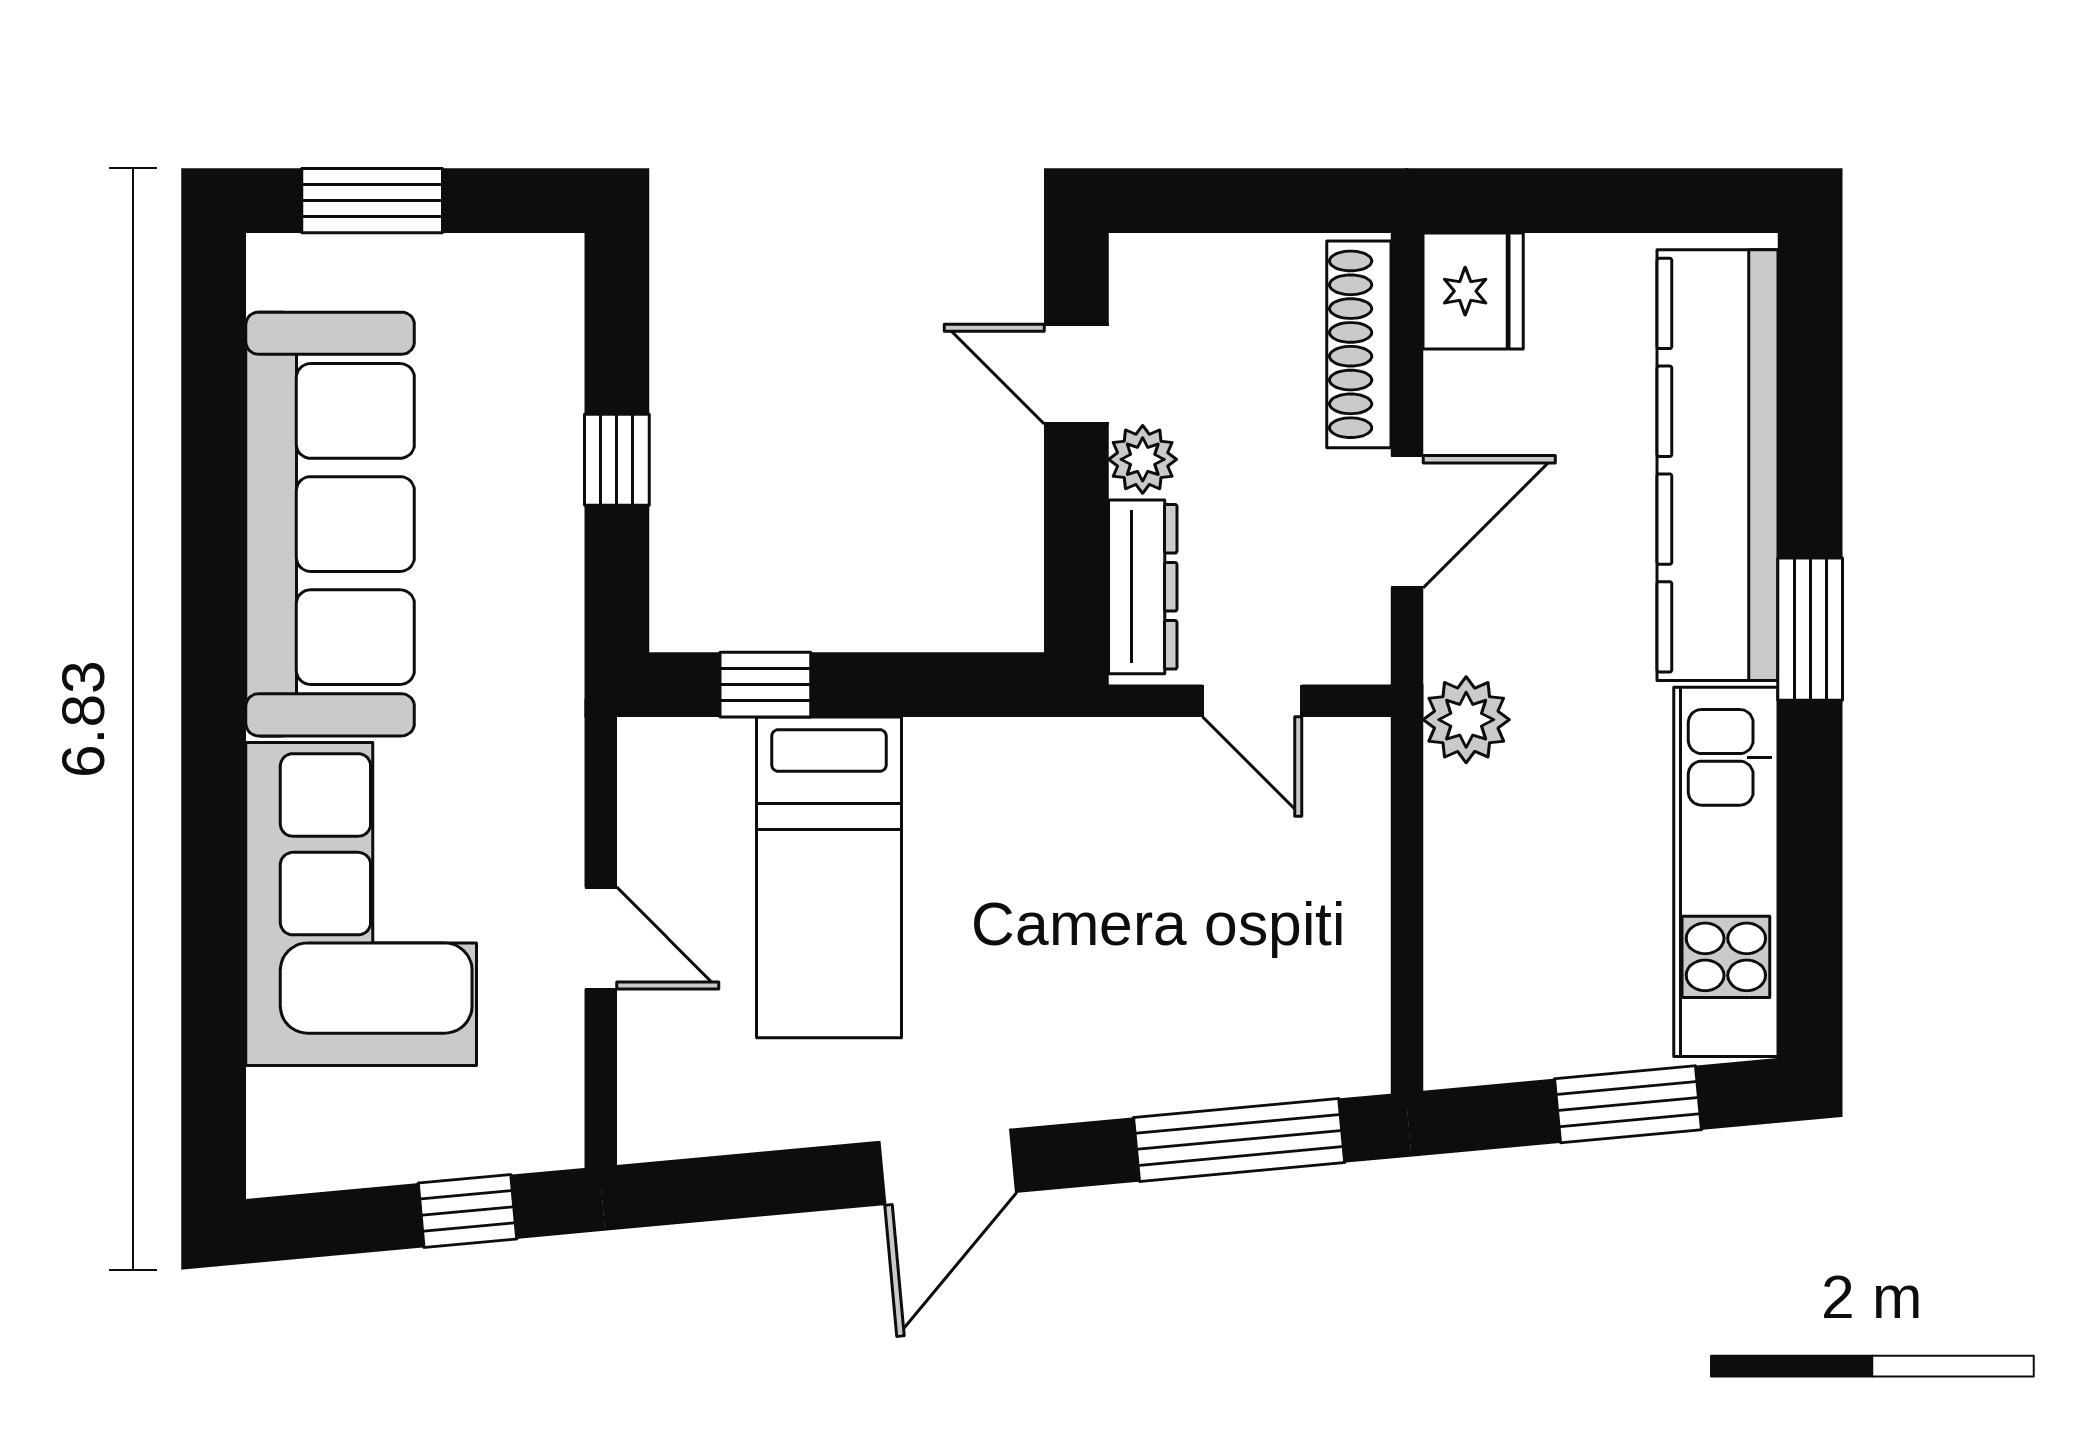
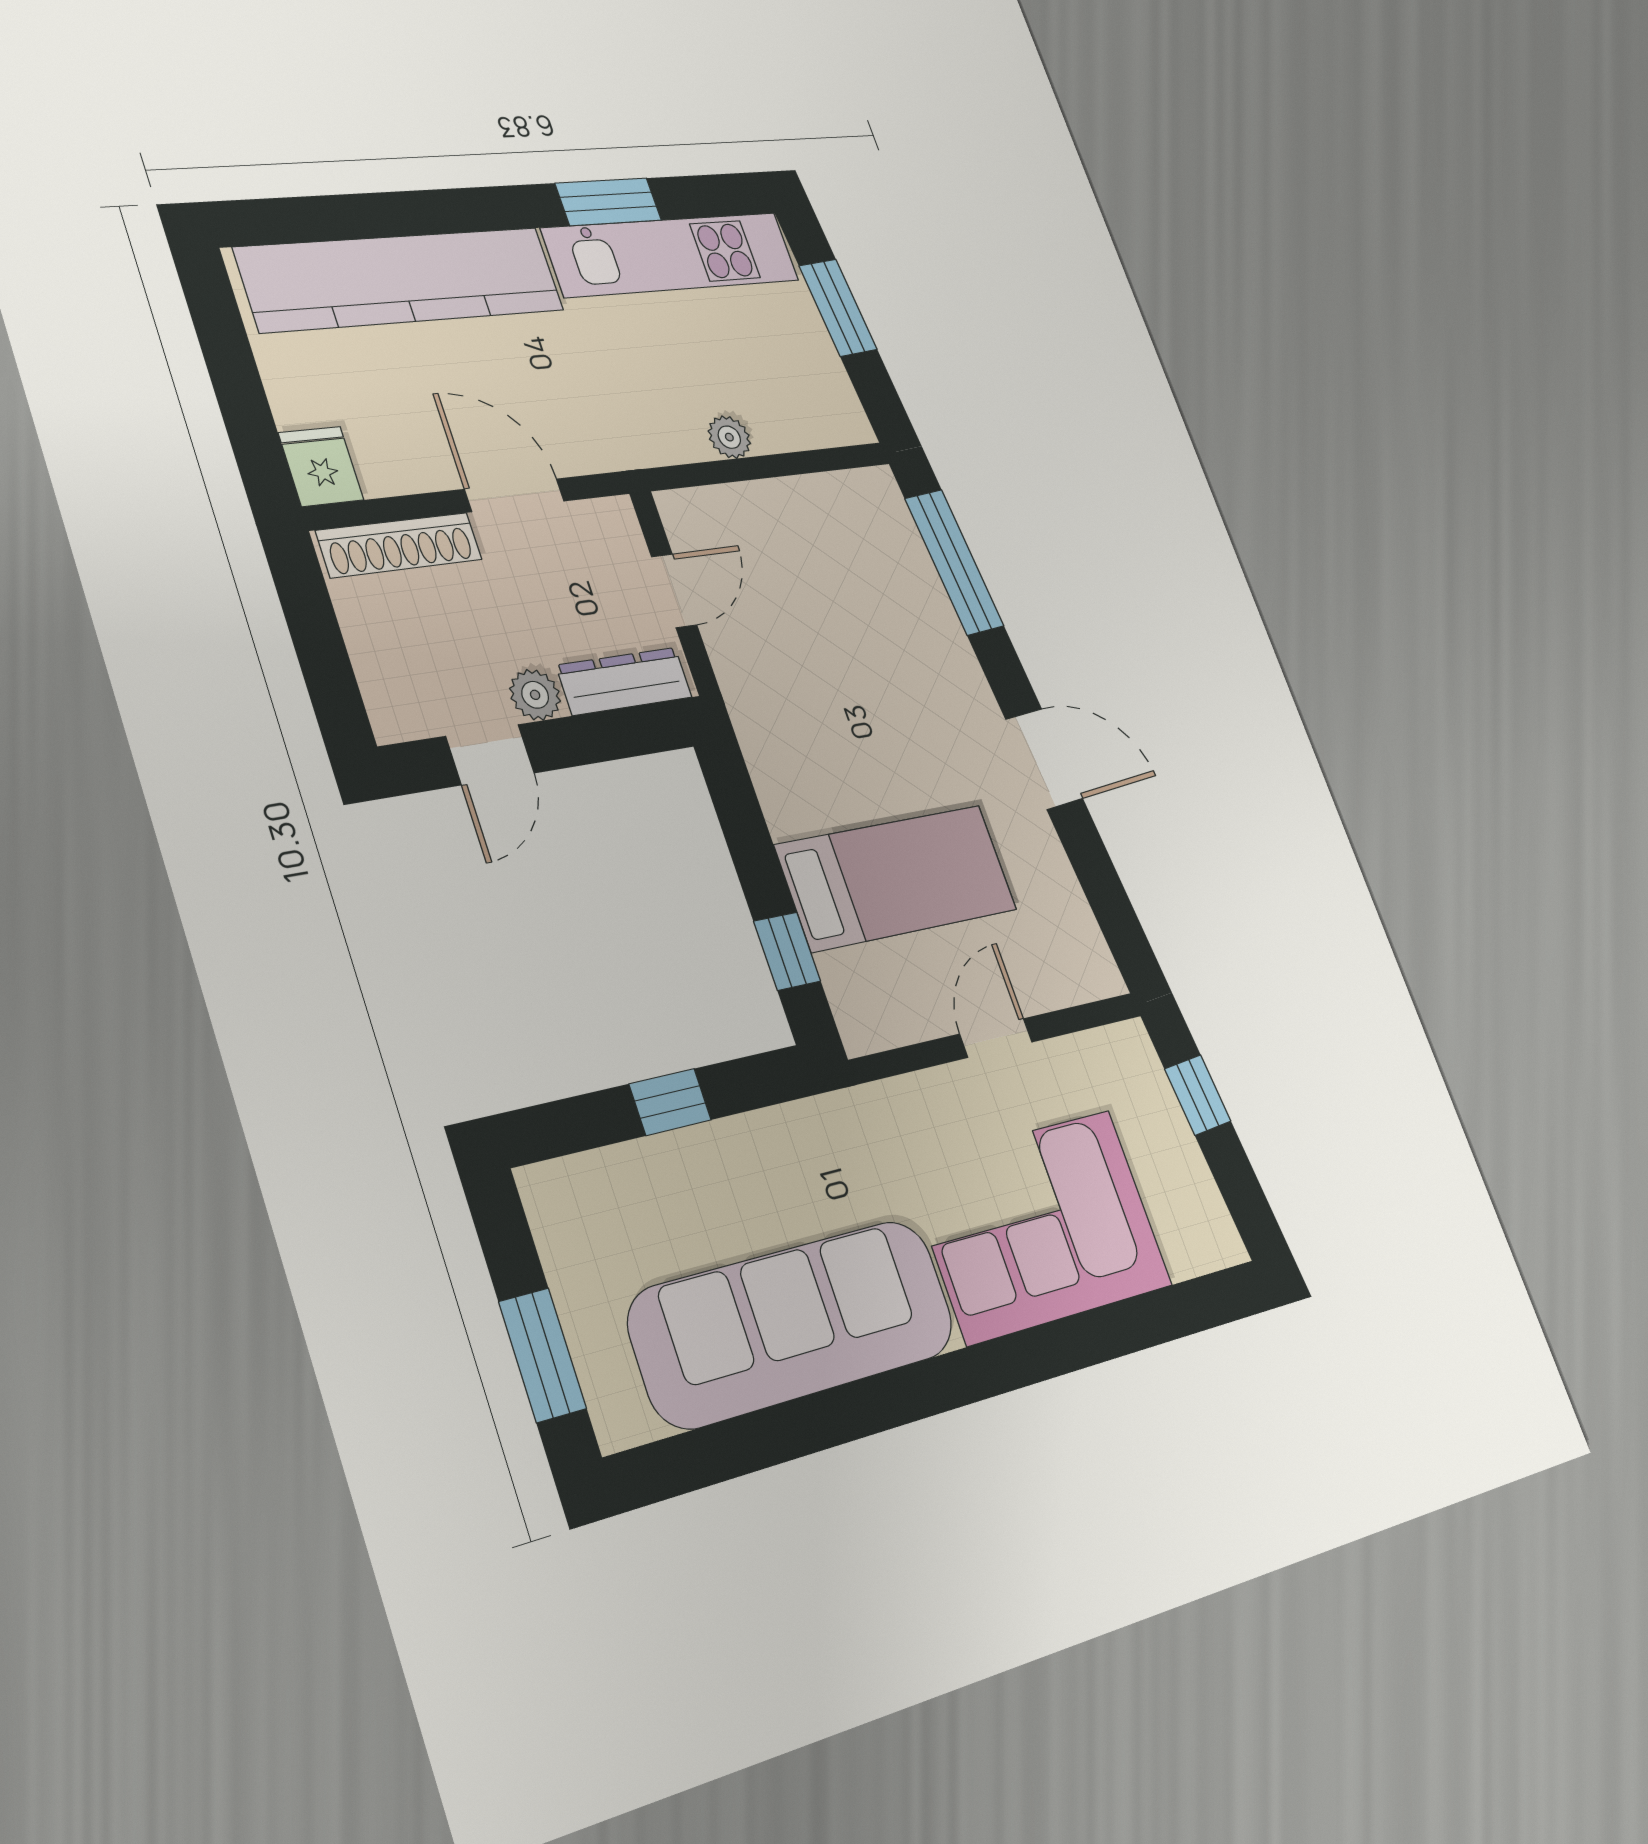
fridge: (1473, 291) -> (321, 466), width x0.72
window: (1810, 629) -> (608, 202), moved
plant: (1466, 720) -> (729, 437), moved, width x0.73, depth x0.73

